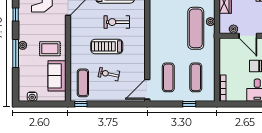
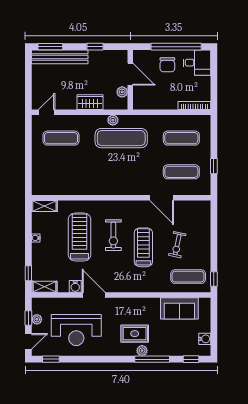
window: (16, 14) -> (191, 359), moved
door: (248, 36) -> (130, 74), hinge flipped
treadmill: (107, 46) -> (143, 247), turned 180
rug: (50, 49) -> (135, 334), moved, turned 90
door: (147, 89) -> (162, 198), moved
window: (189, 104) -> (214, 166), moved

